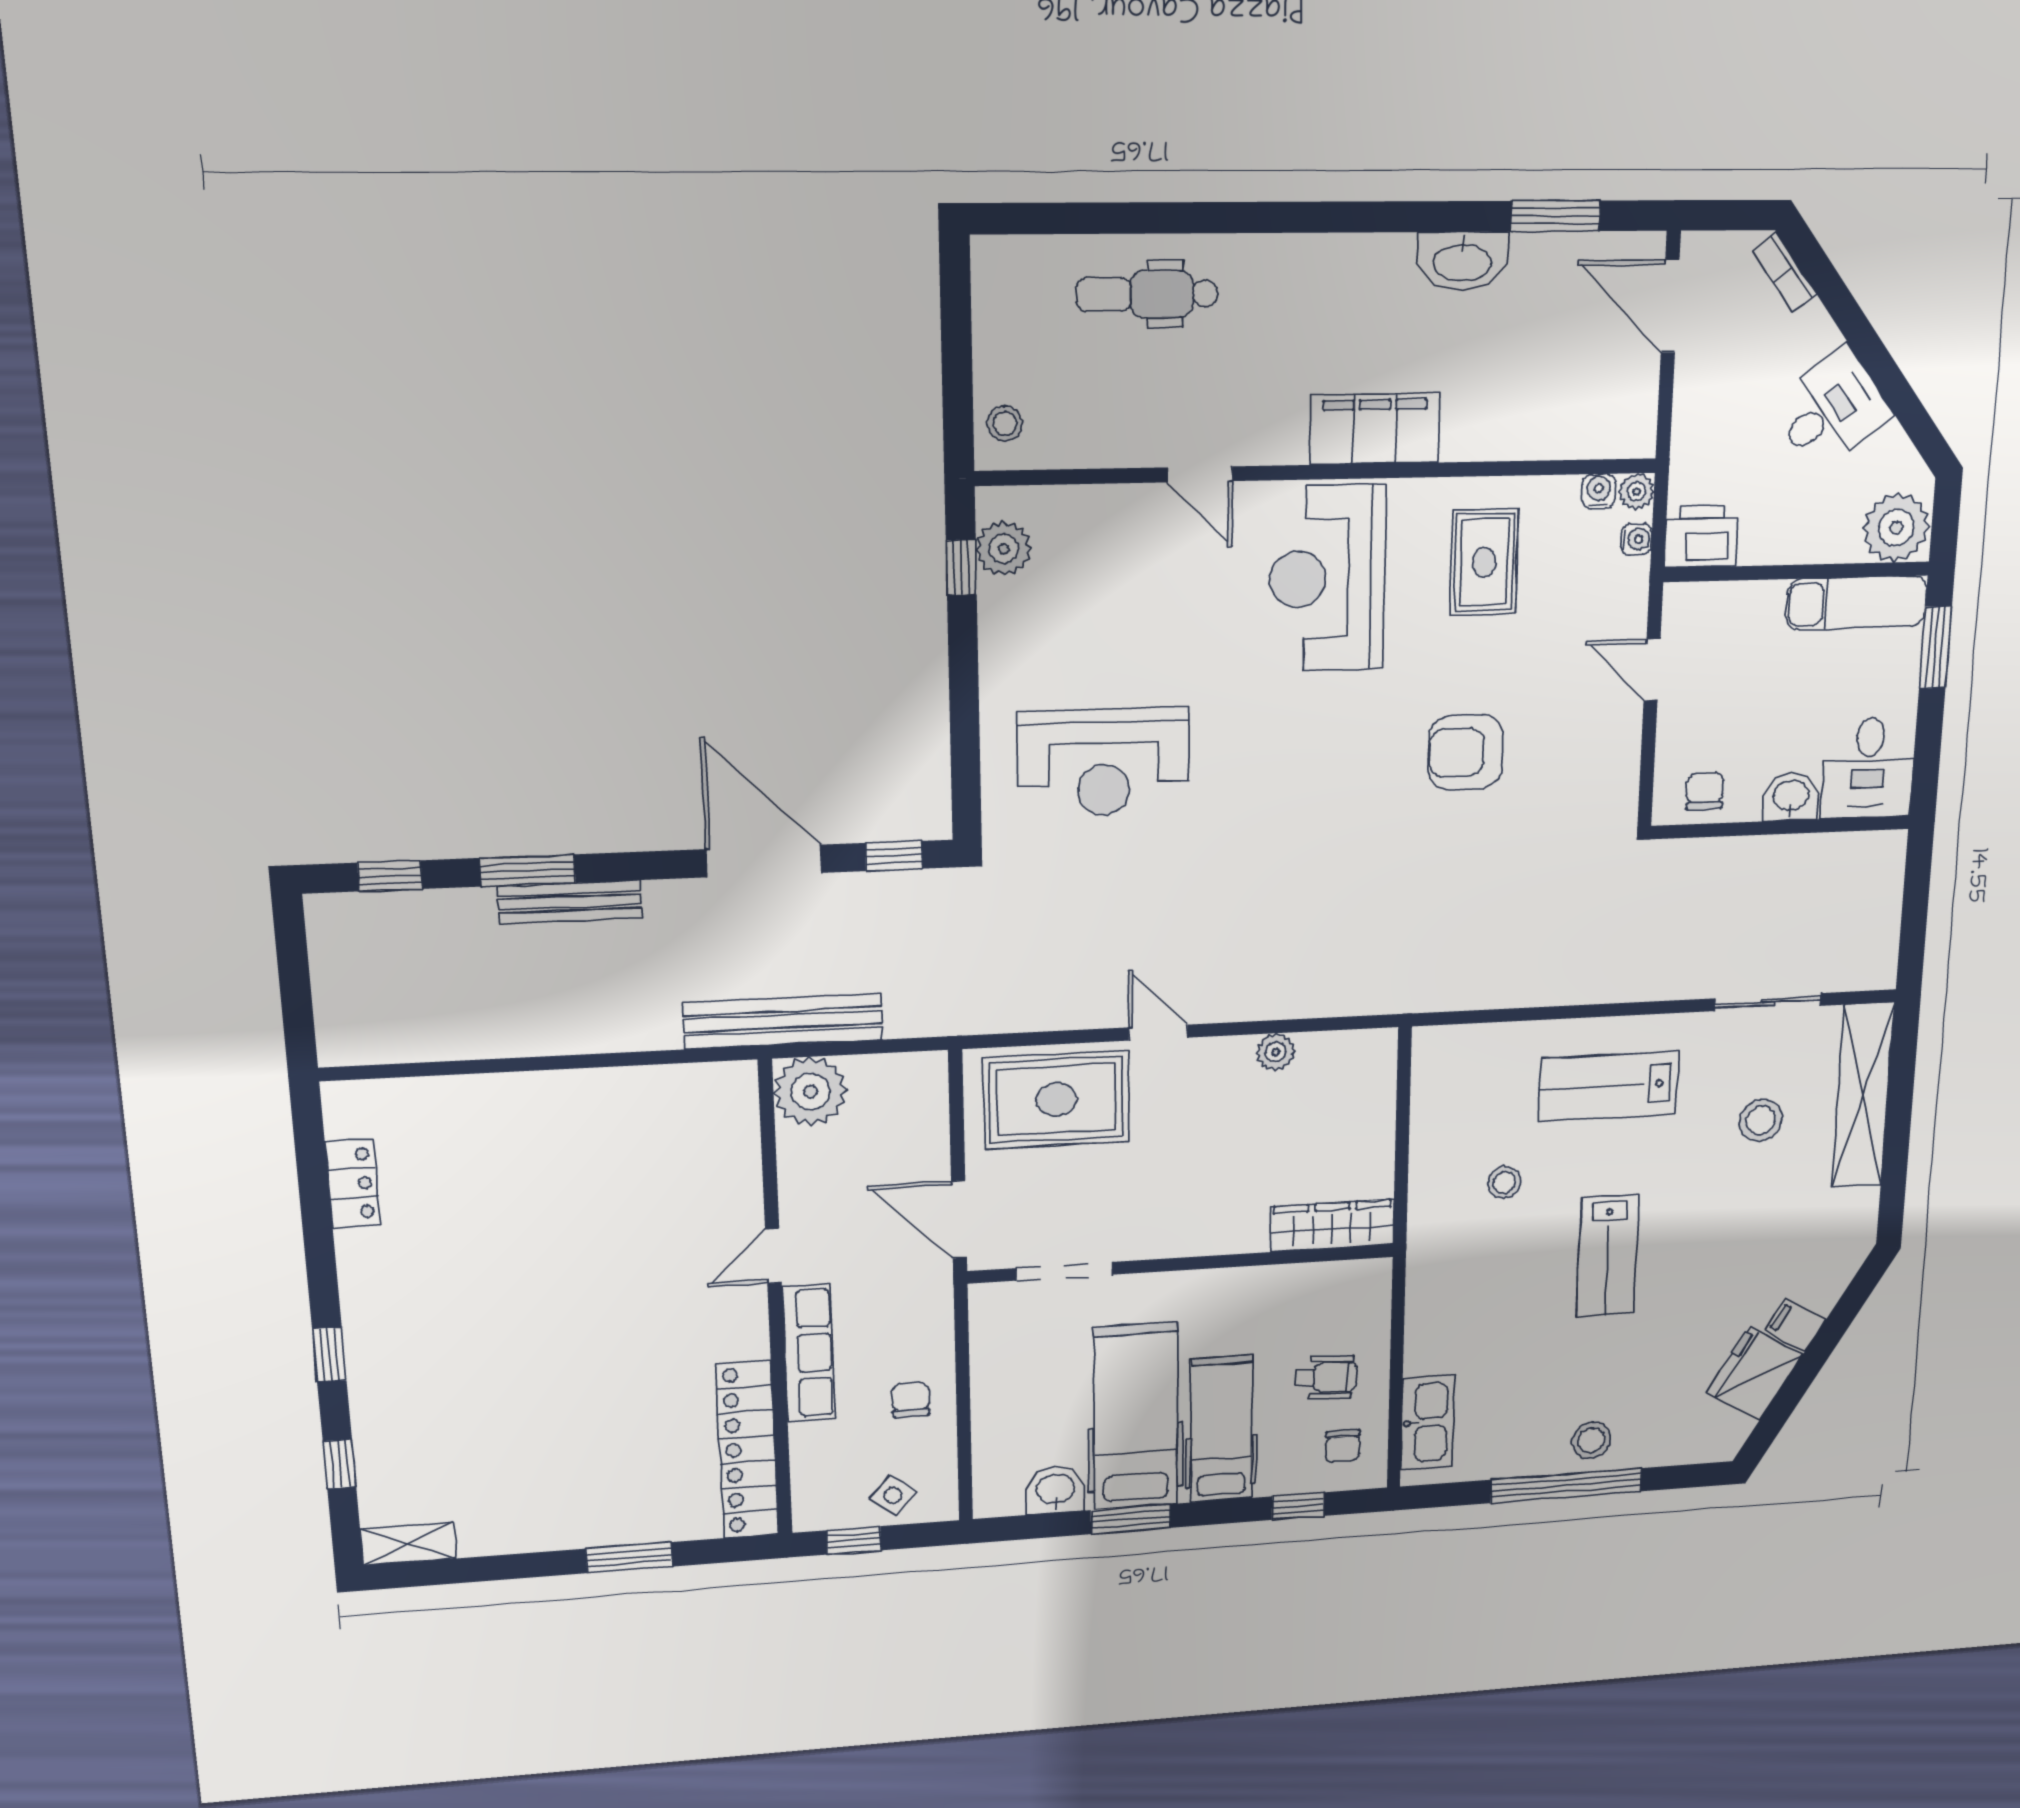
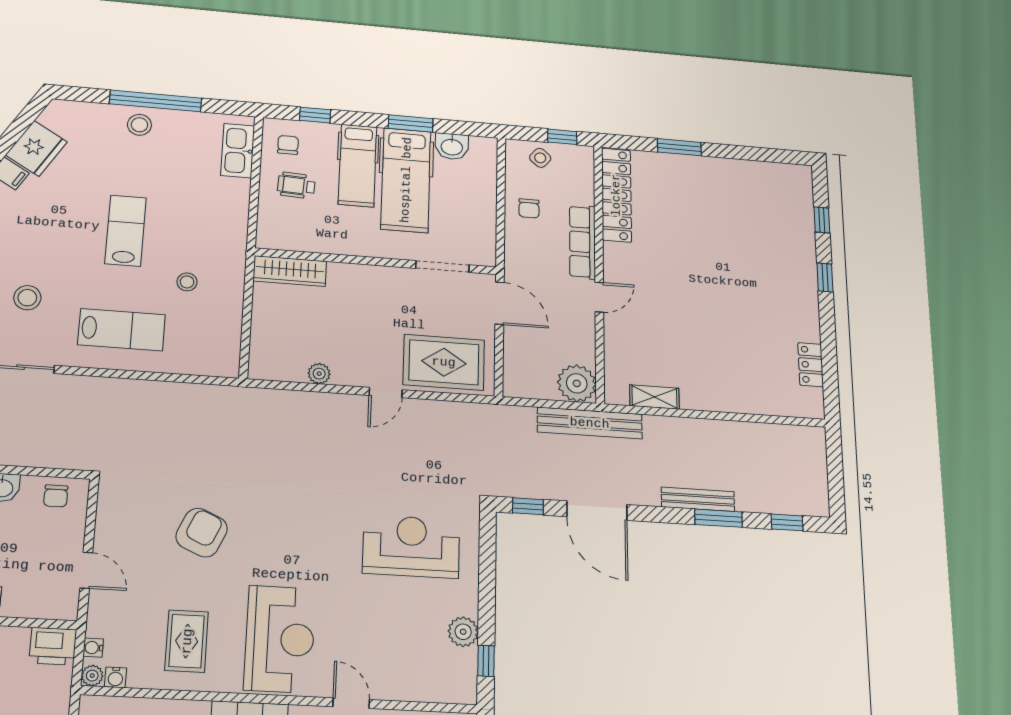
plant: (1004, 549) -> (463, 632), moved
armchair: (1466, 752) -> (202, 533), turned -66
door: (1158, 1033) -> (386, 393), hinge flipped
shelving: (408, 1544) -> (654, 397), moved

